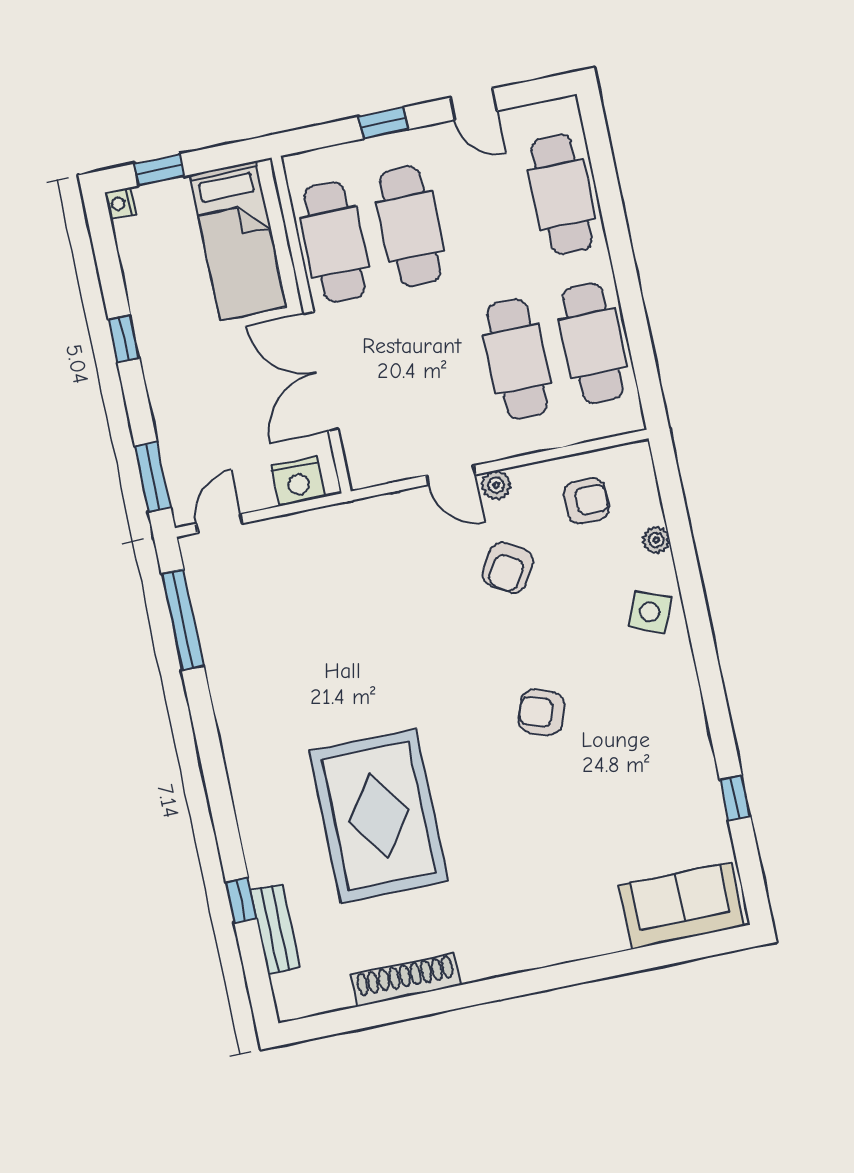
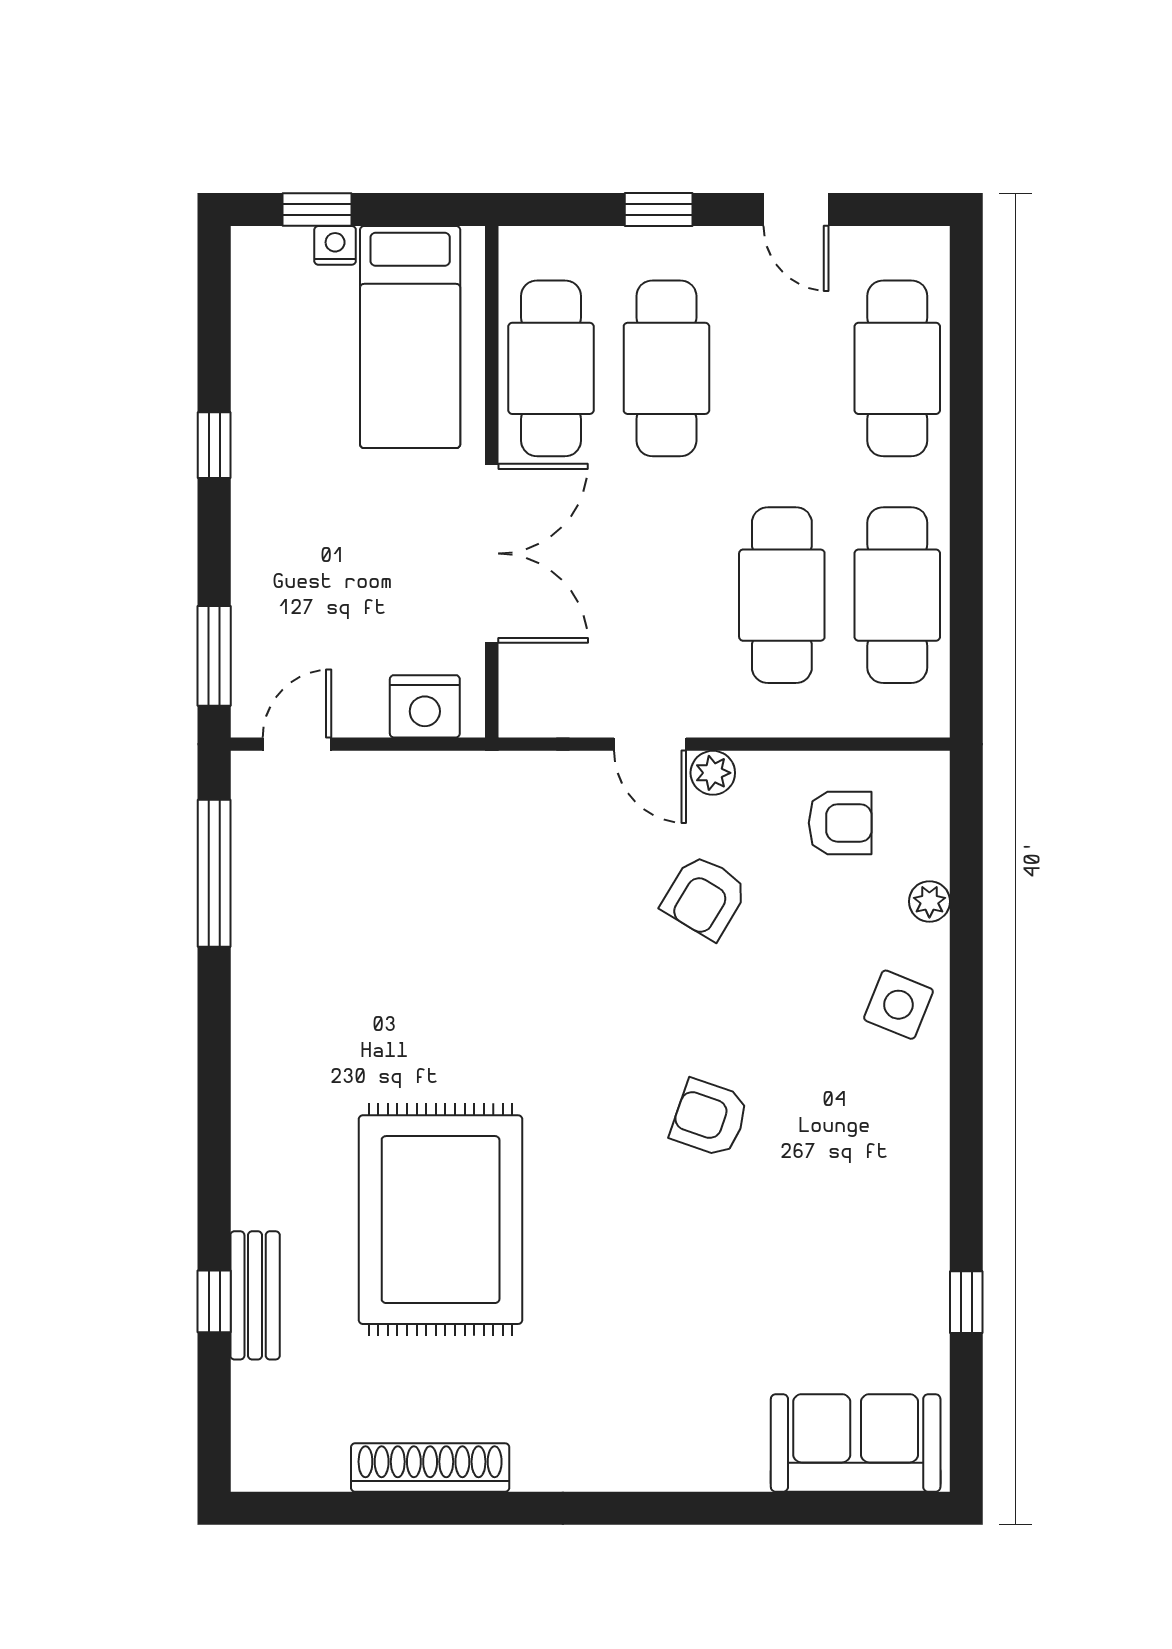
nightstand: (120, 203) -> (335, 245), moved, turned 90
double door: (321, 372) -> (492, 553), swing flipped
bench: (275, 929) -> (255, 1295), moved

